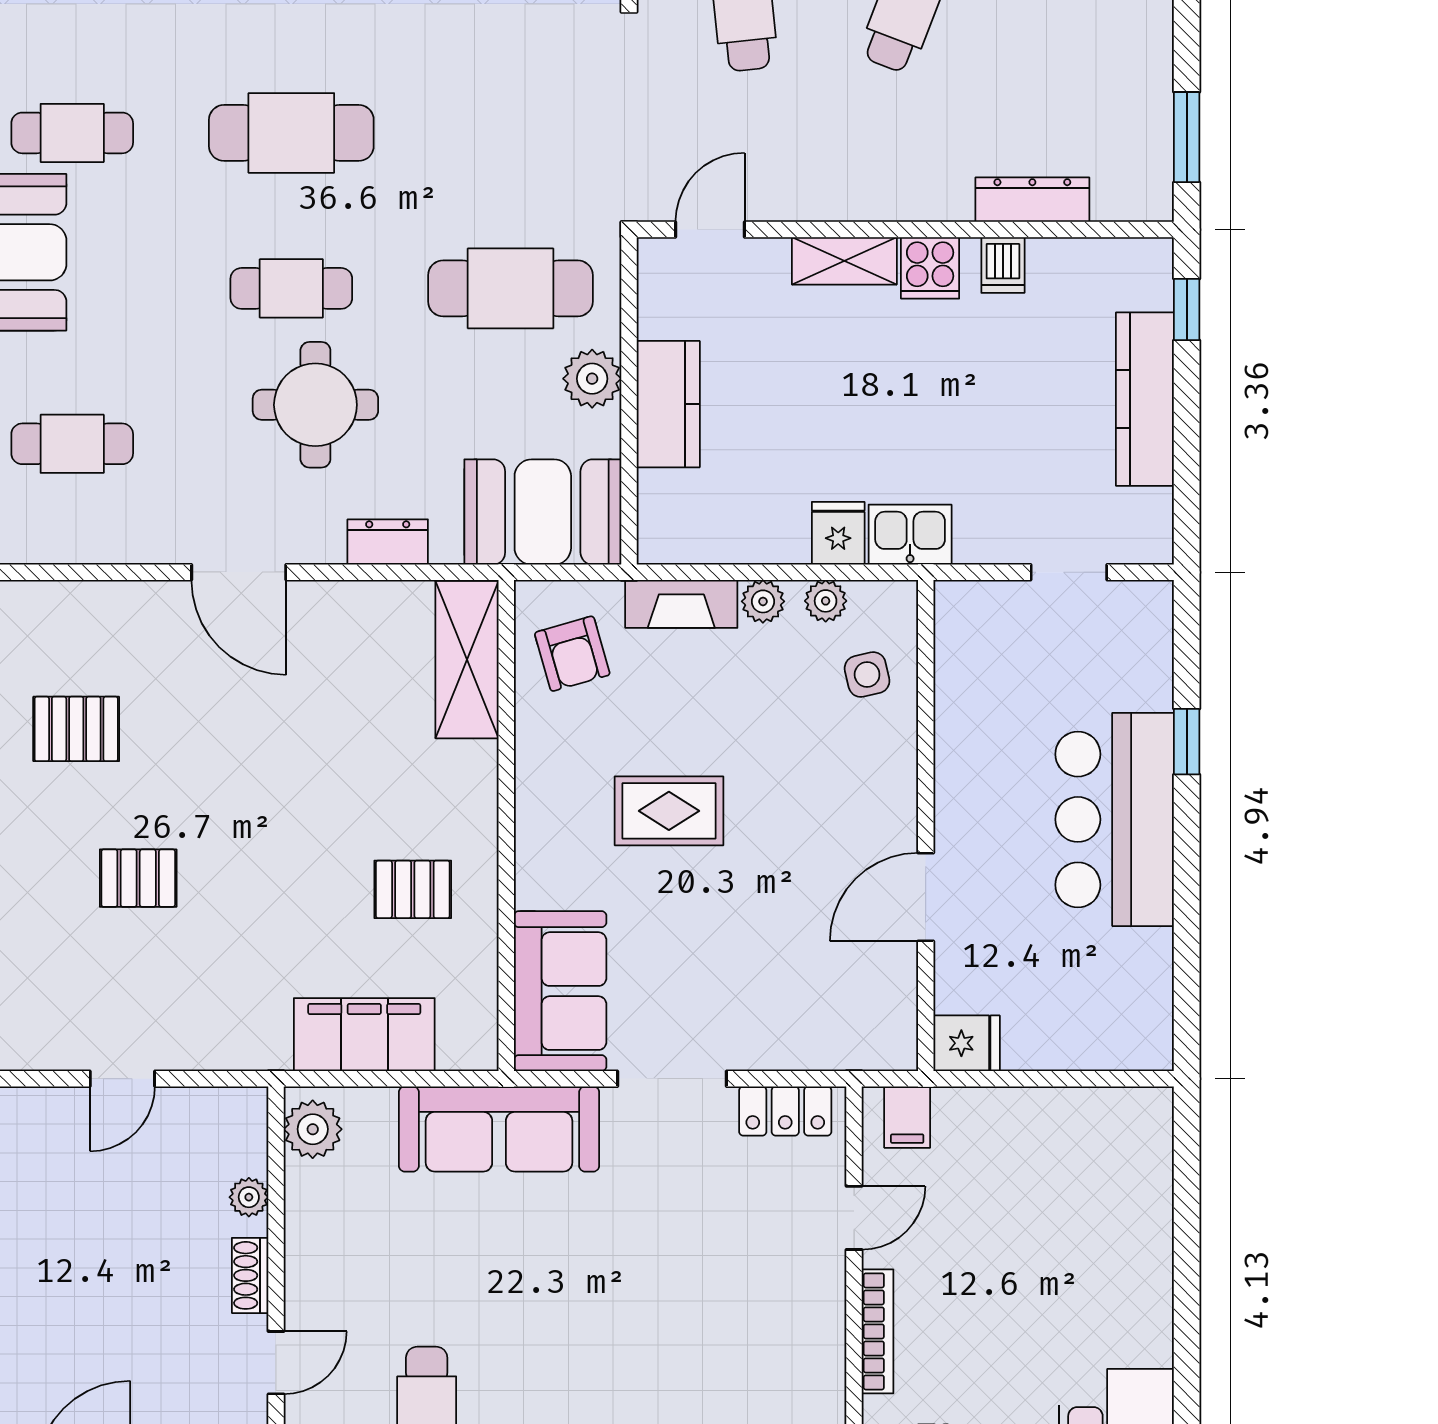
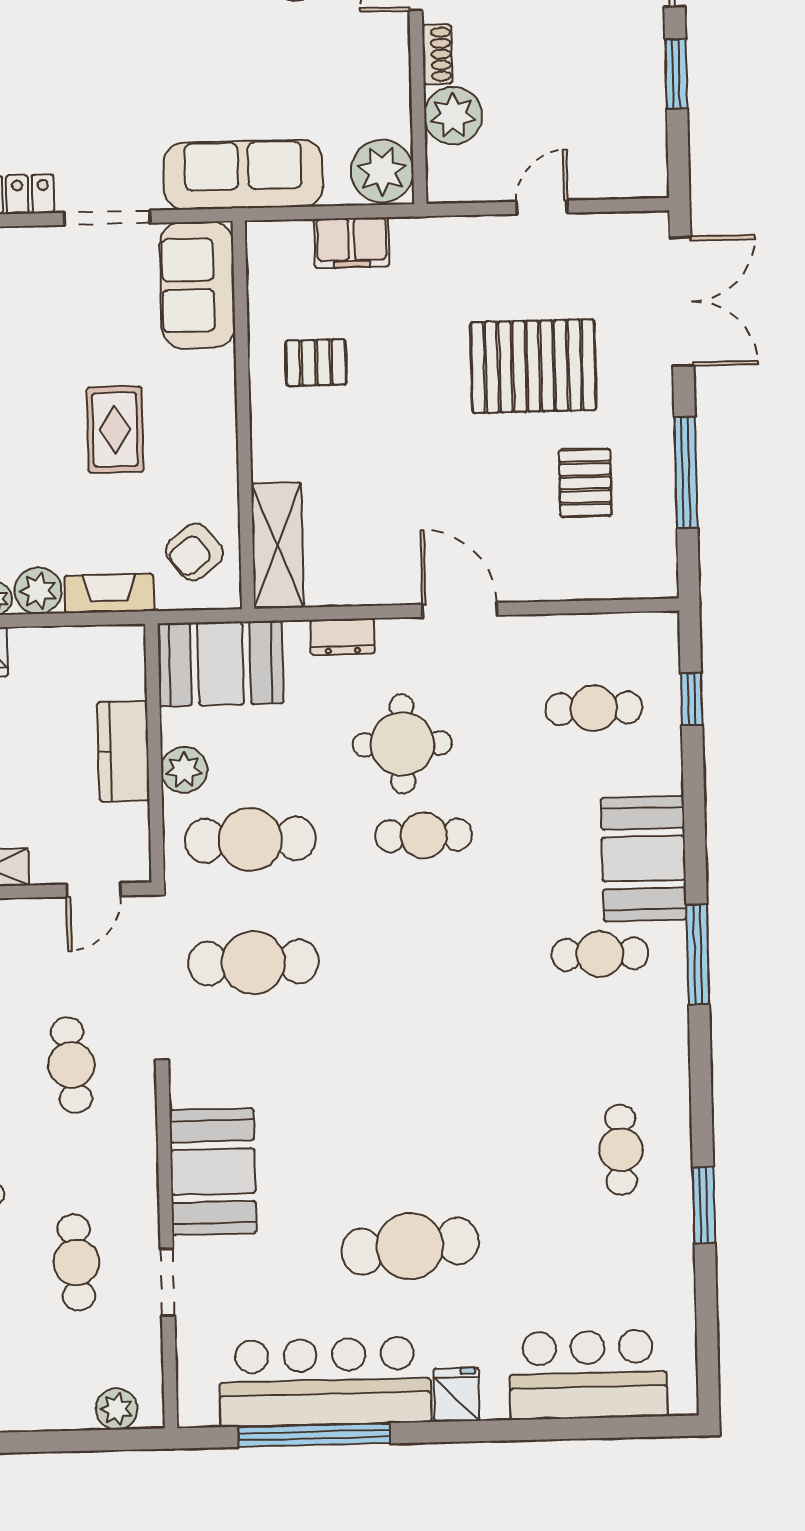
cafe table: (291, 133) -> (253, 963), moved
plant: (763, 601) -> (38, 591), width x1.38, depth x1.38
armchair: (572, 654) -> (194, 552), turned -112
pallet: (76, 729) -> (585, 483), turned 90
rug: (669, 811) -> (115, 430), turned 90
pallet: (138, 878) -> (533, 366), width x2.05, depth x2.00
filing cabinet: (364, 1035) -> (351, 243), width x0.67, depth x0.86
plant: (313, 1129) -> (382, 171), width x1.36, depth x1.36
plant: (249, 1197) -> (453, 116), width x1.87, depth x1.87

